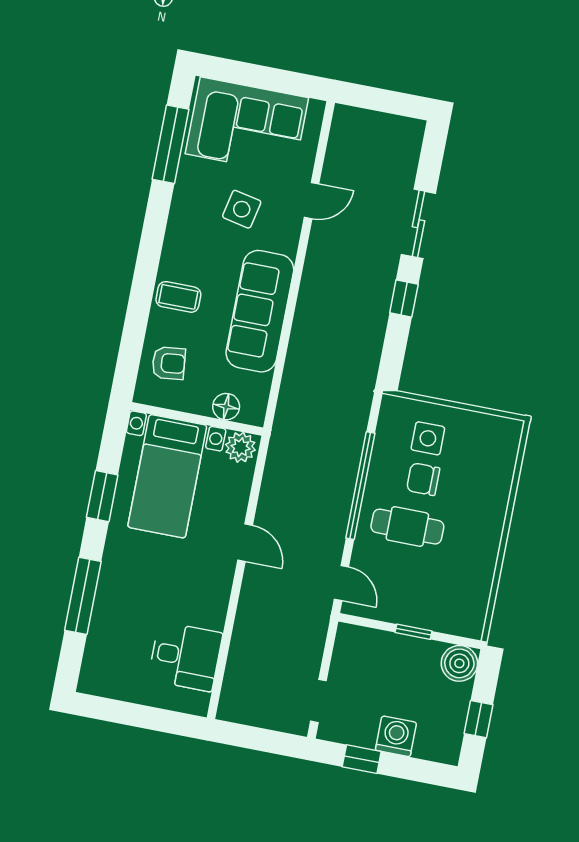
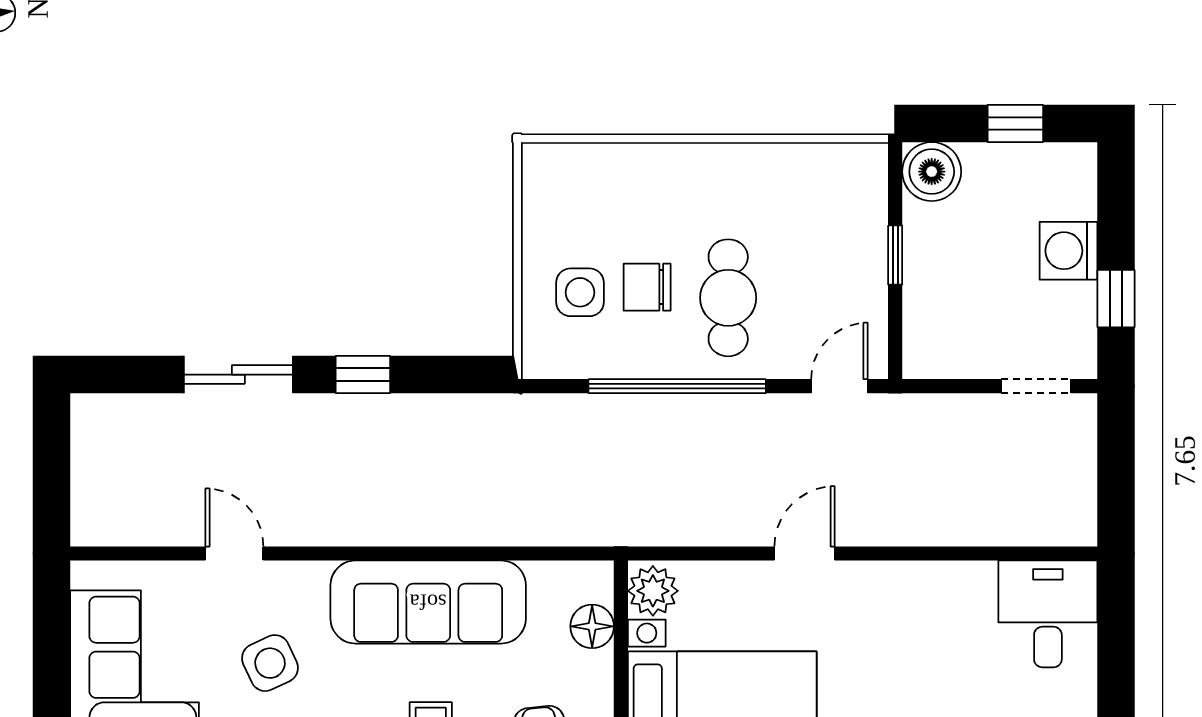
side table: (242, 209) -> (270, 663), turned -37
chair: (423, 479) -> (647, 287), turned 90
desk: (185, 656) -> (1048, 614), moved

